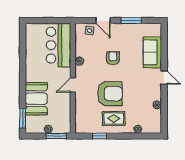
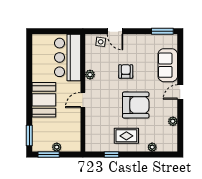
window: (131, 20) -> (162, 31), moved
door: (164, 78) -> (180, 92), swing flipped
armchair: (110, 94) -> (136, 105), moved
booth: (36, 99) -> (44, 100), moved
window: (56, 136) -> (49, 154), moved

